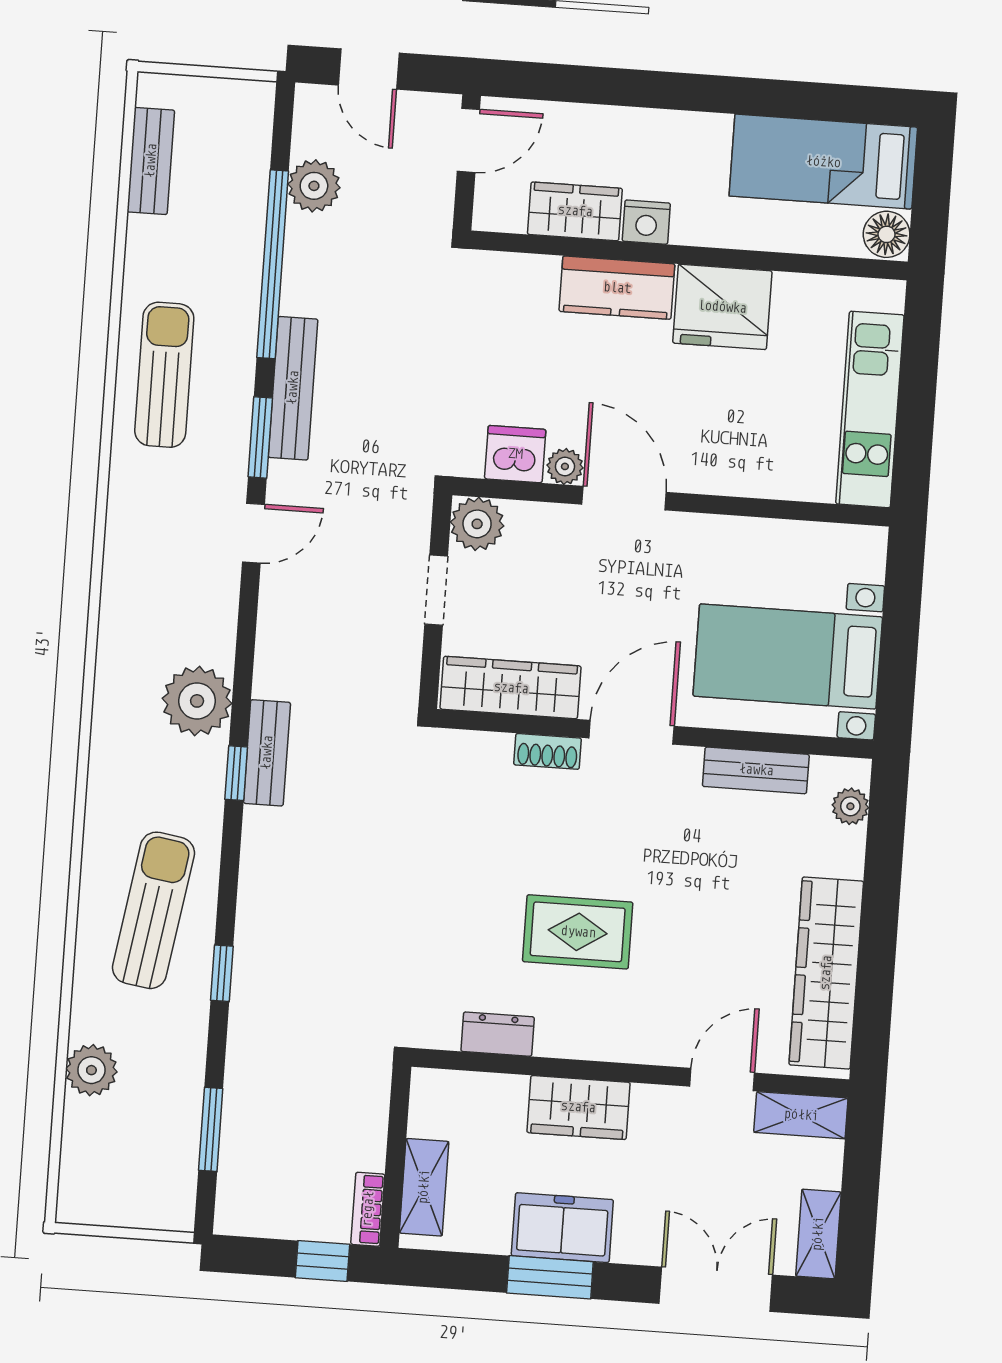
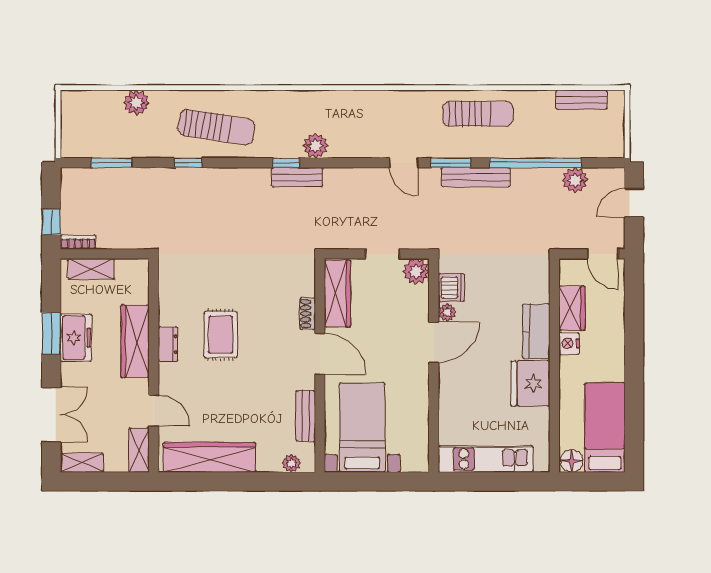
plant: (197, 701) -> (315, 146), width x0.73, depth x0.73
dresser: (498, 1034) -> (168, 344), moved
wardrobe: (578, 1107) -> (135, 341), width x1.50

